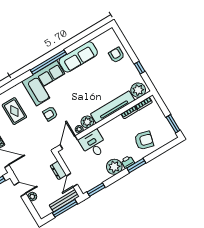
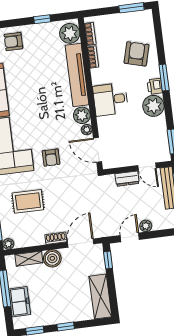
desk: (93, 144) -> (111, 99), moved

